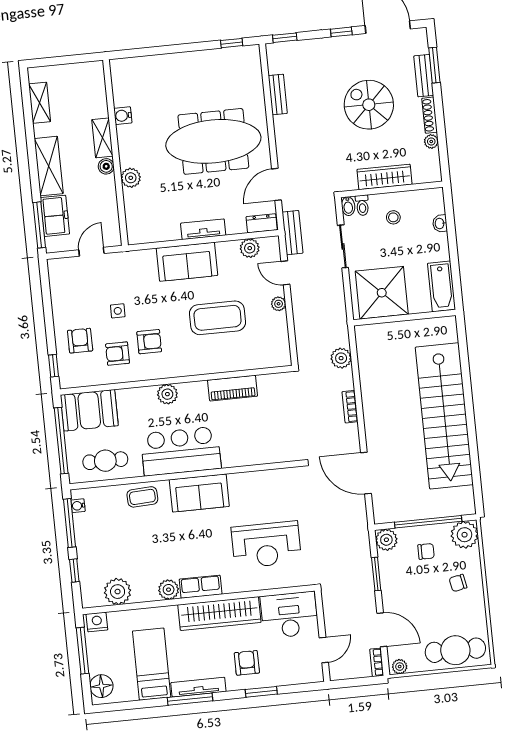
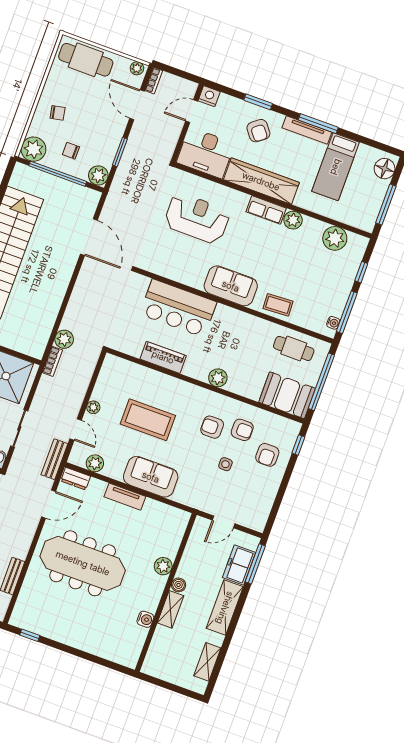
bookcase: (350, 407) -> (52, 361), moved
bar counter: (181, 451) -> (178, 308), moved
nightstand: (97, 622) -> (209, 96), moved, turned 180
armchair: (247, 663) -> (258, 131), turned -38

